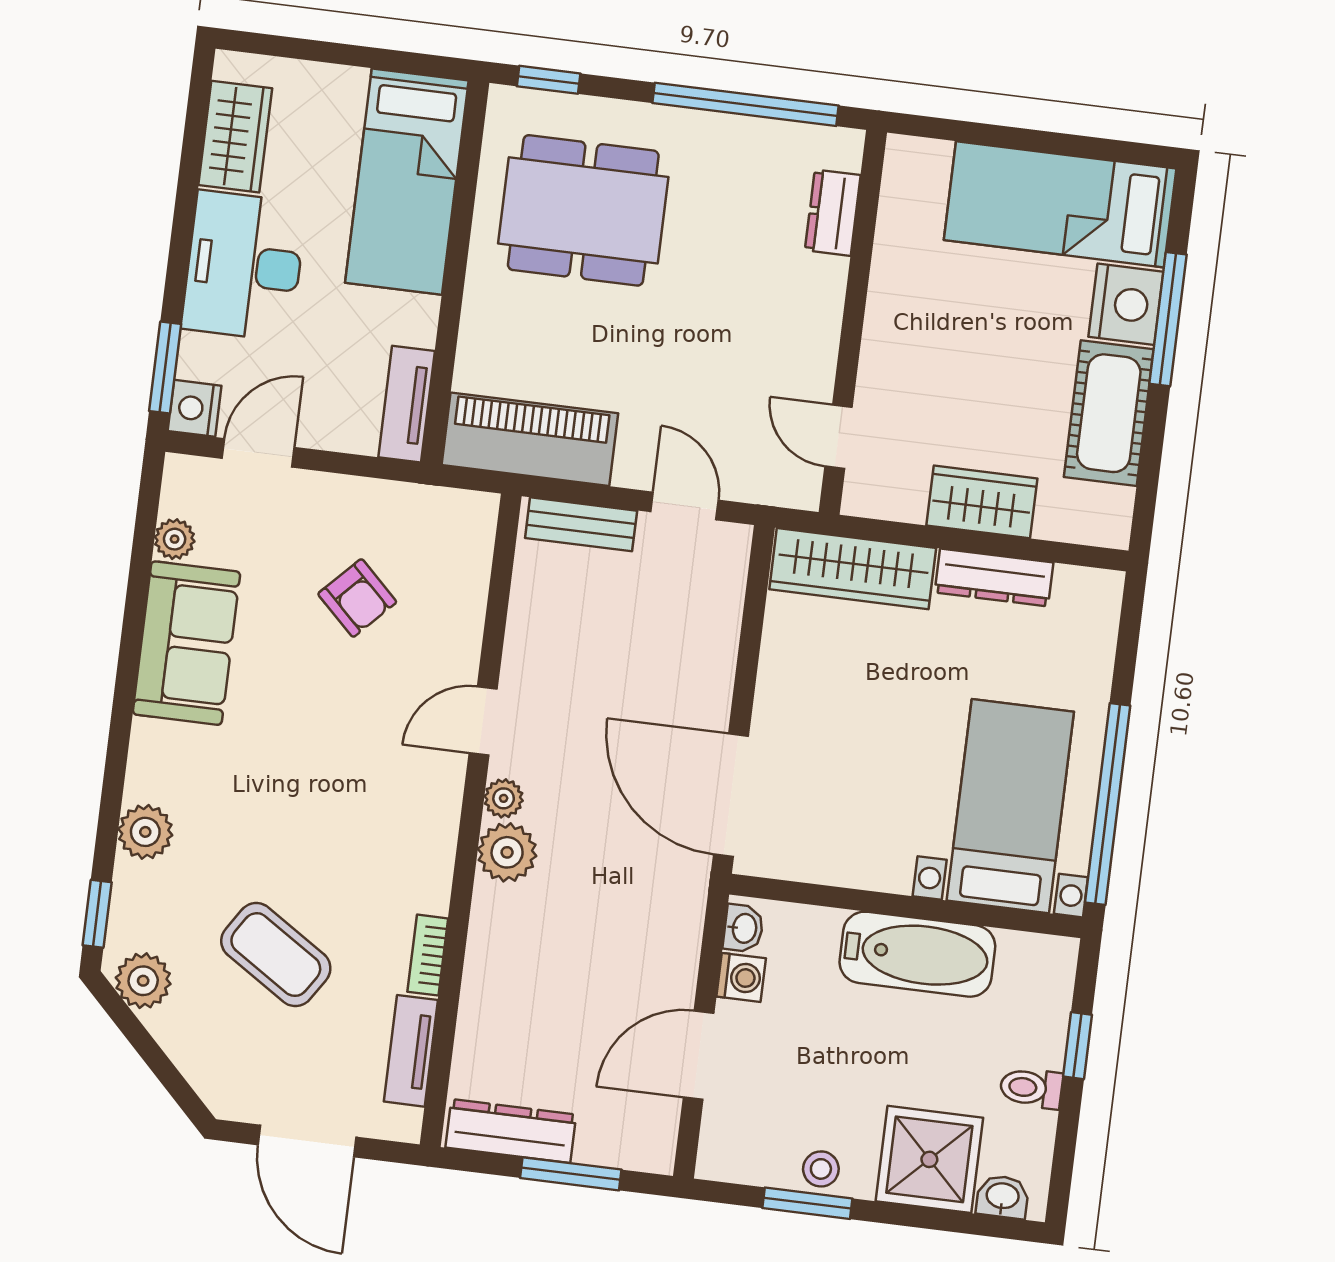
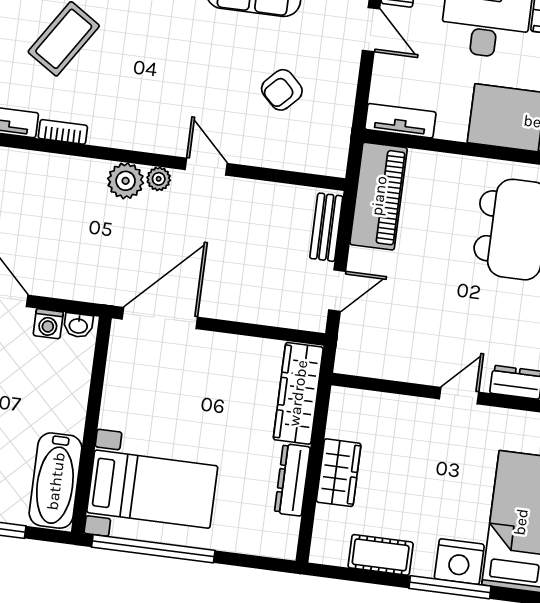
cot: (1109, 413) -> (381, 555), width x0.73, depth x0.75
door: (839, 437) -> (459, 396), moved
bathtub: (917, 954) -> (56, 481), moved

